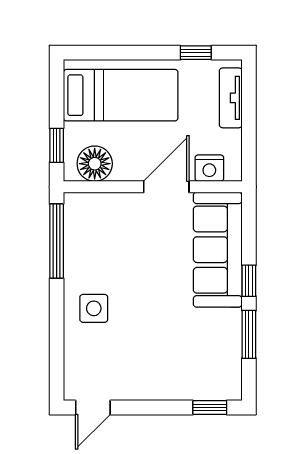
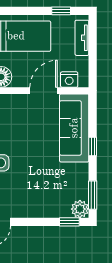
window: (249, 334) -> (93, 195), moved
plant: (227, 386) -> (80, 209), added

